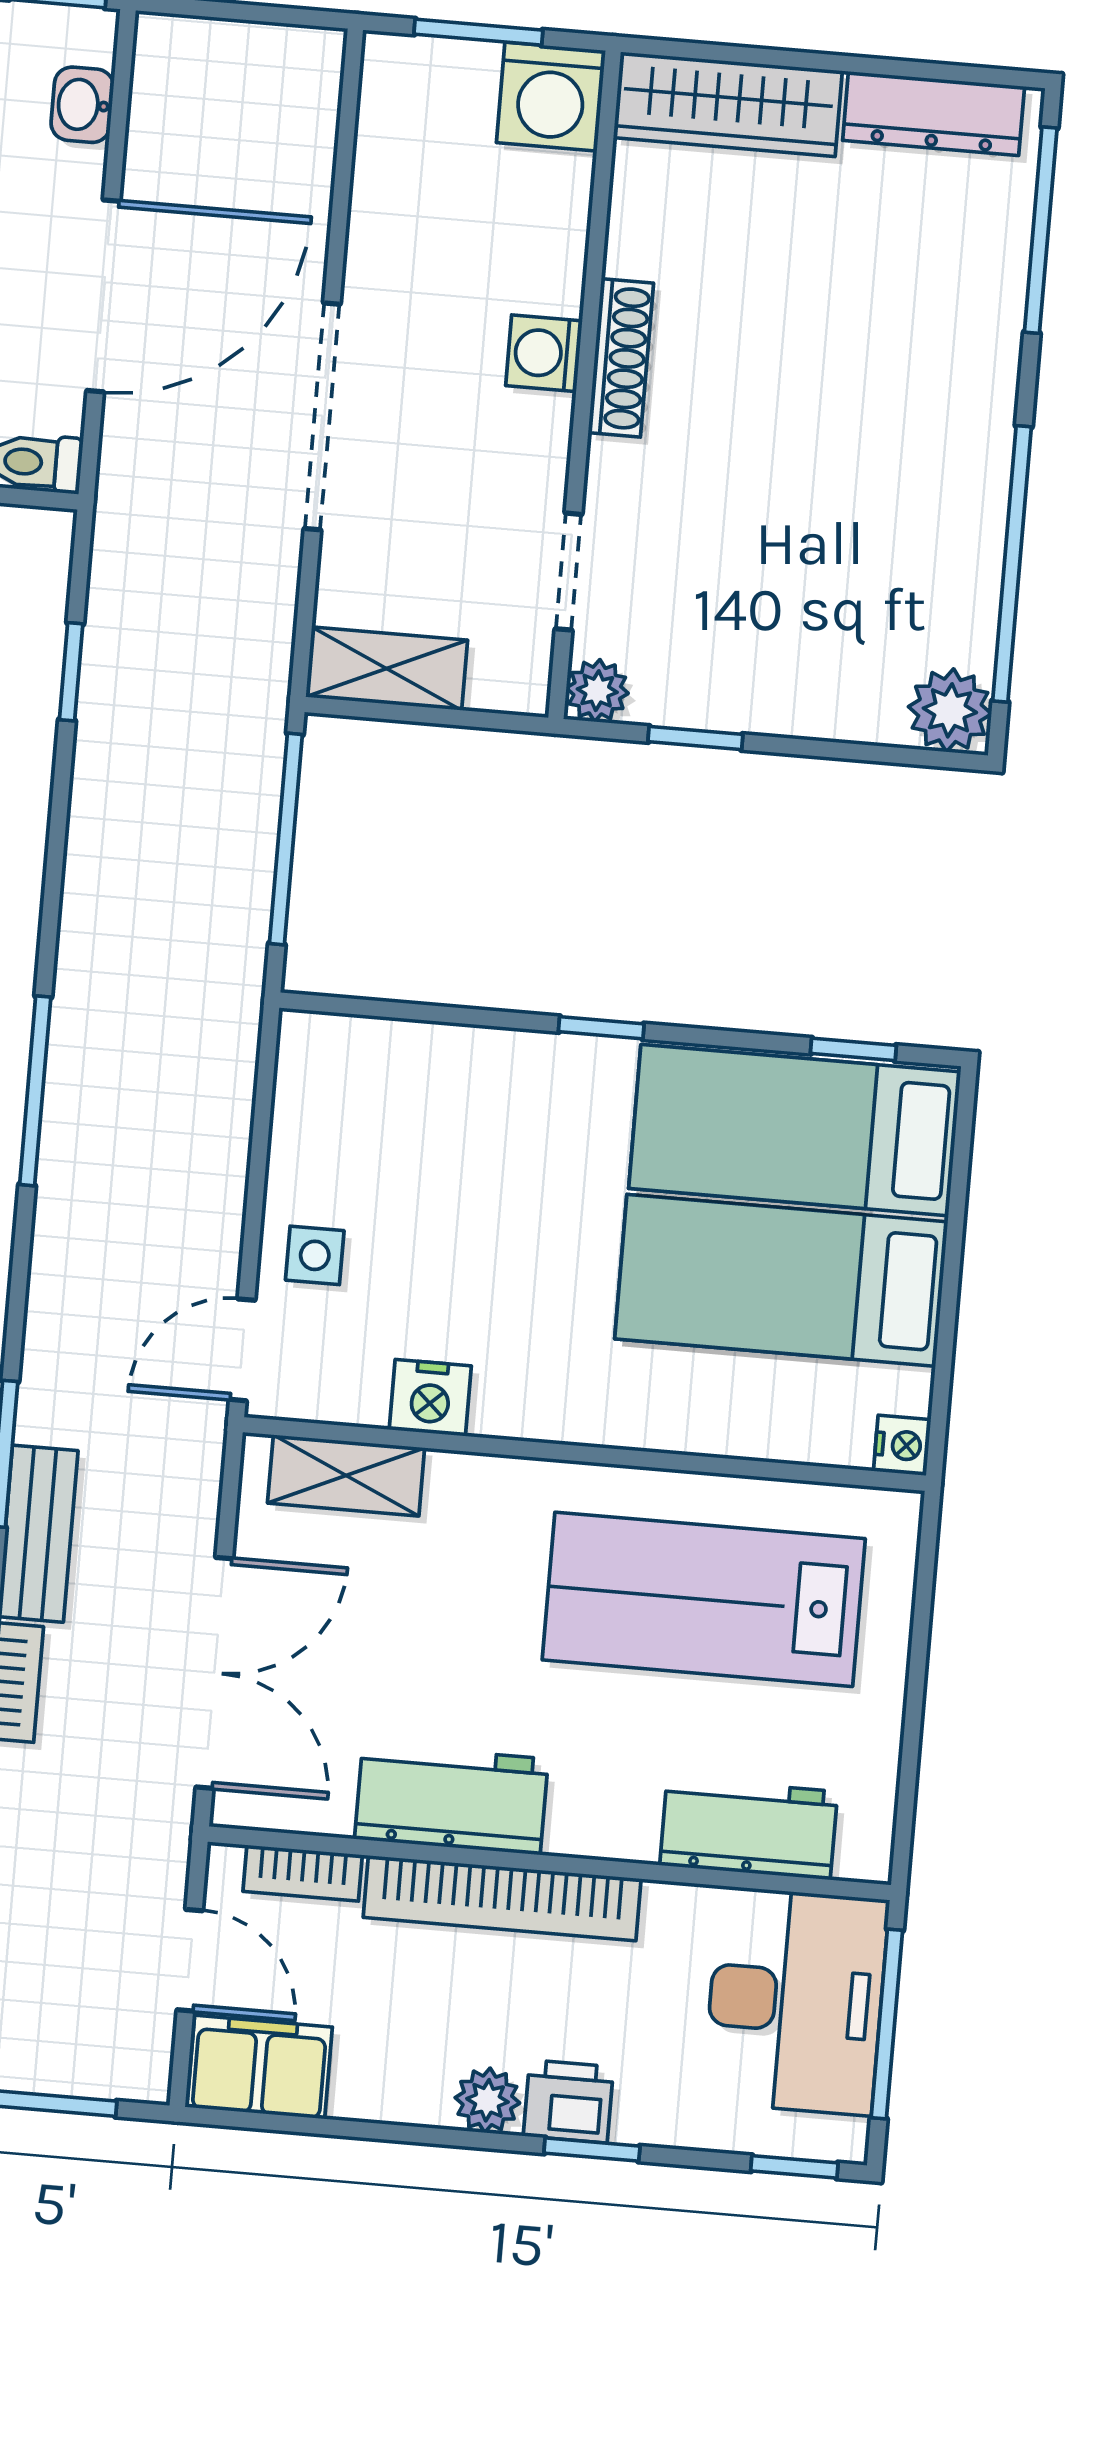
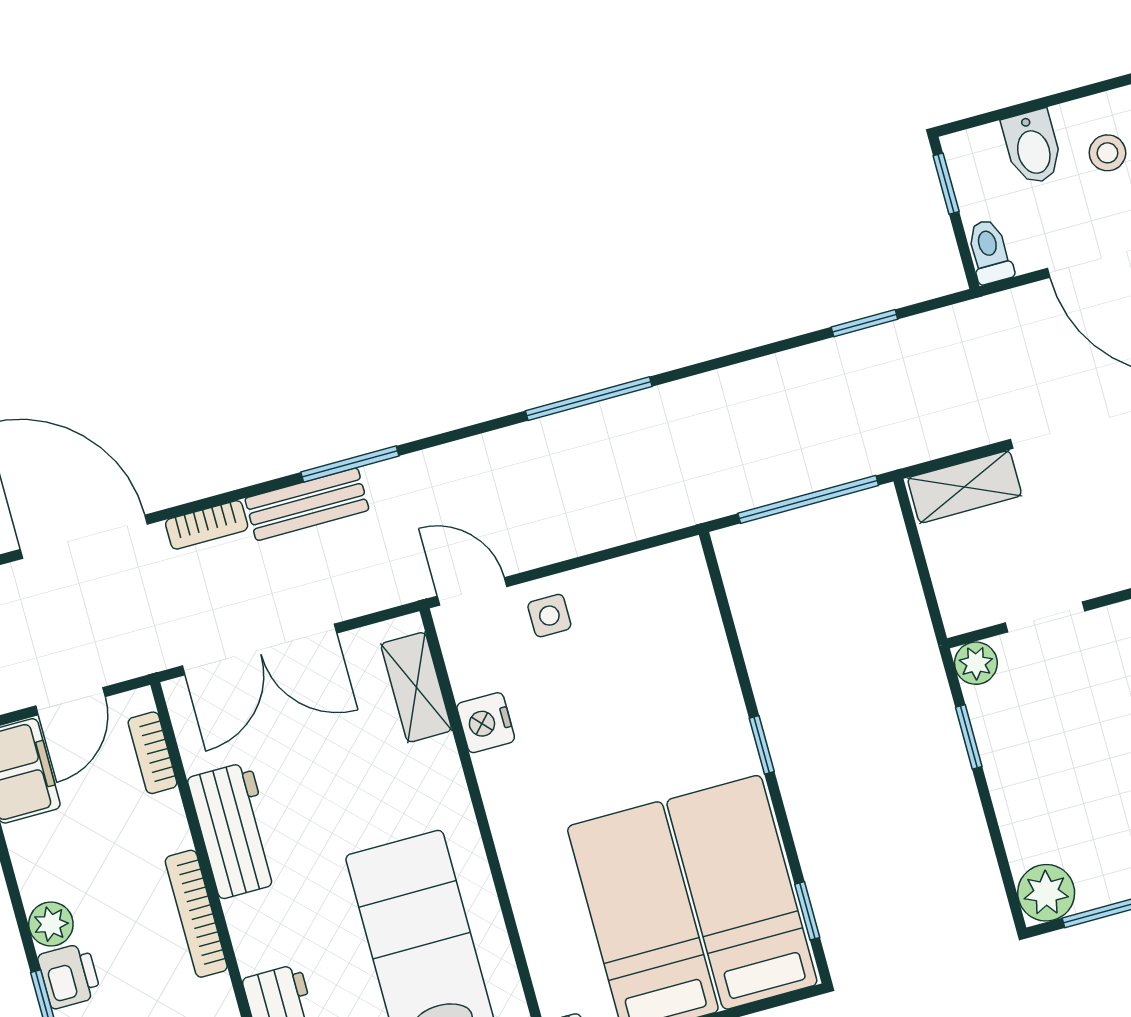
shelving: (387, 669) -> (965, 487), moved, turned 90
bookcase: (502, 1898) -> (196, 914), width x0.68, depth x0.76

